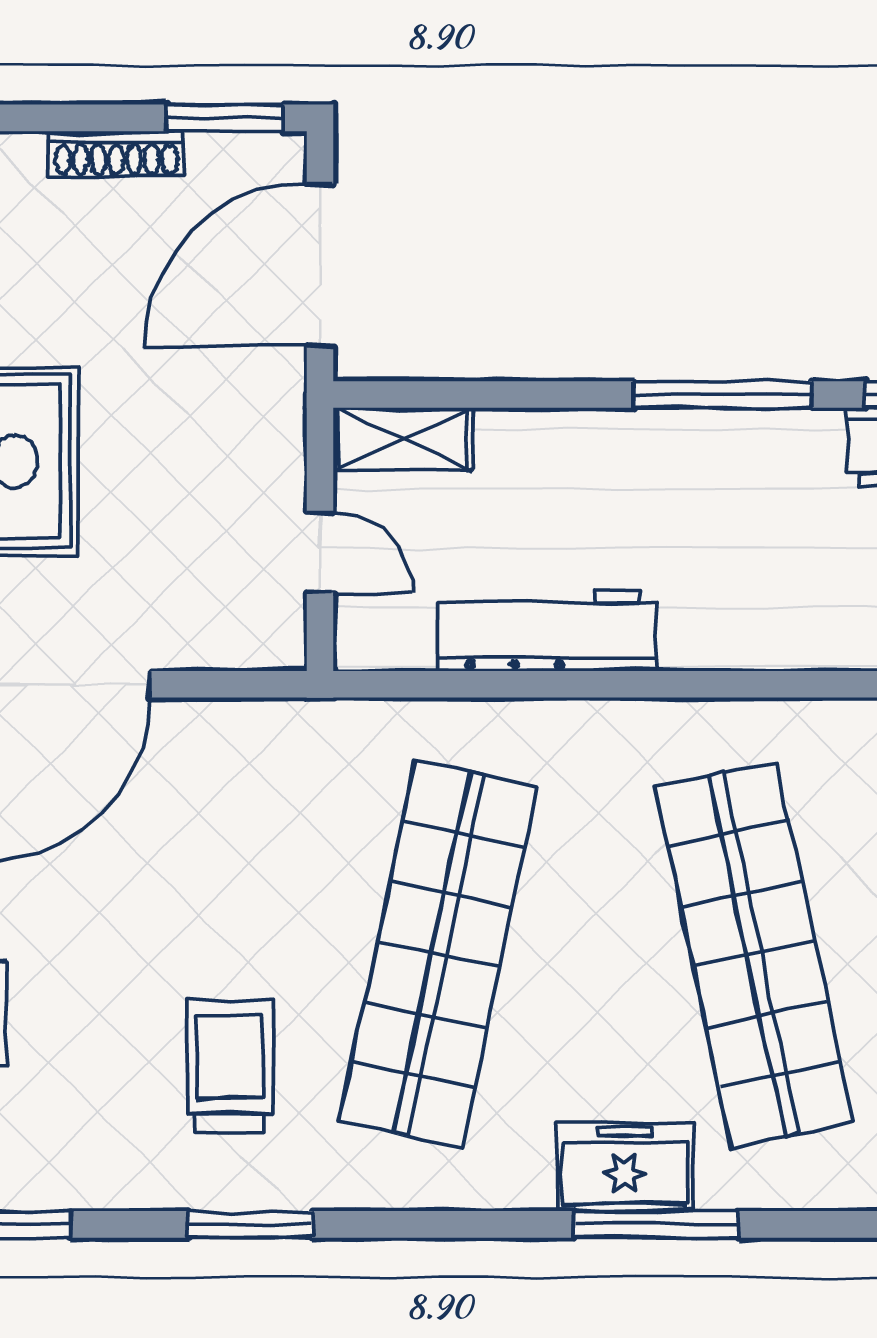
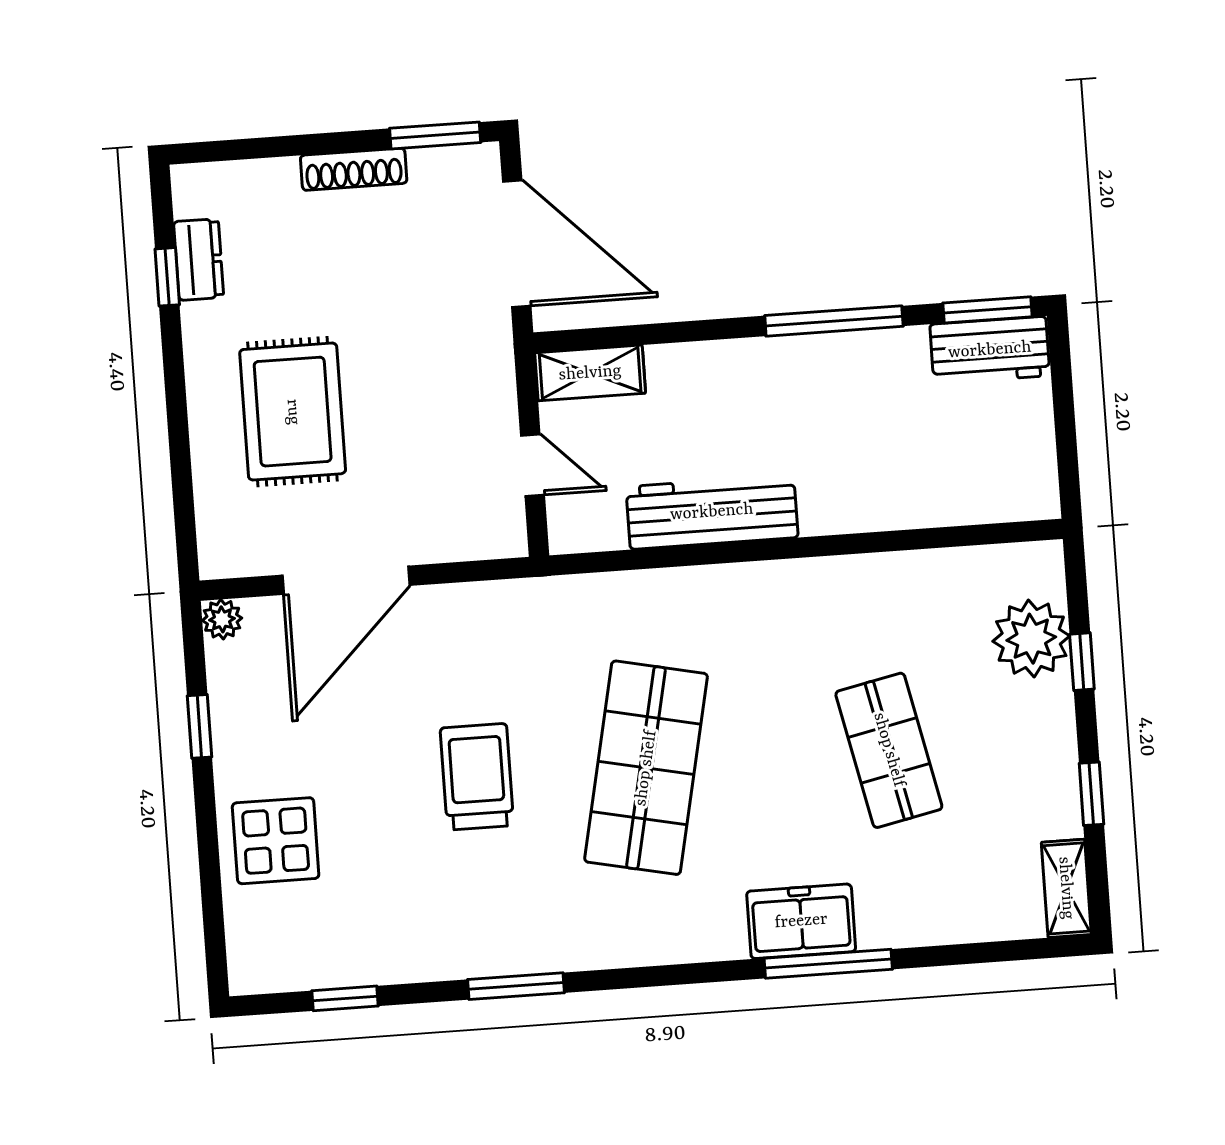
door: (320, 265) -> (517, 244), swing flipped
shop shelf: (439, 954) -> (646, 768), width x0.71
shop shelf: (754, 954) -> (889, 750), width x0.50, depth x0.74
trolley: (230, 1066) -> (477, 777), moved

